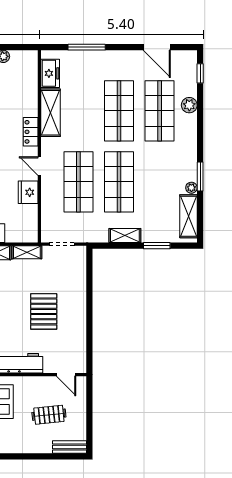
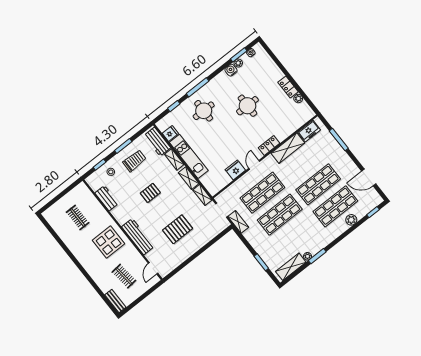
door: (157, 47) -> (369, 178), hinge flipped
shelving: (125, 236) -> (238, 222), moved

